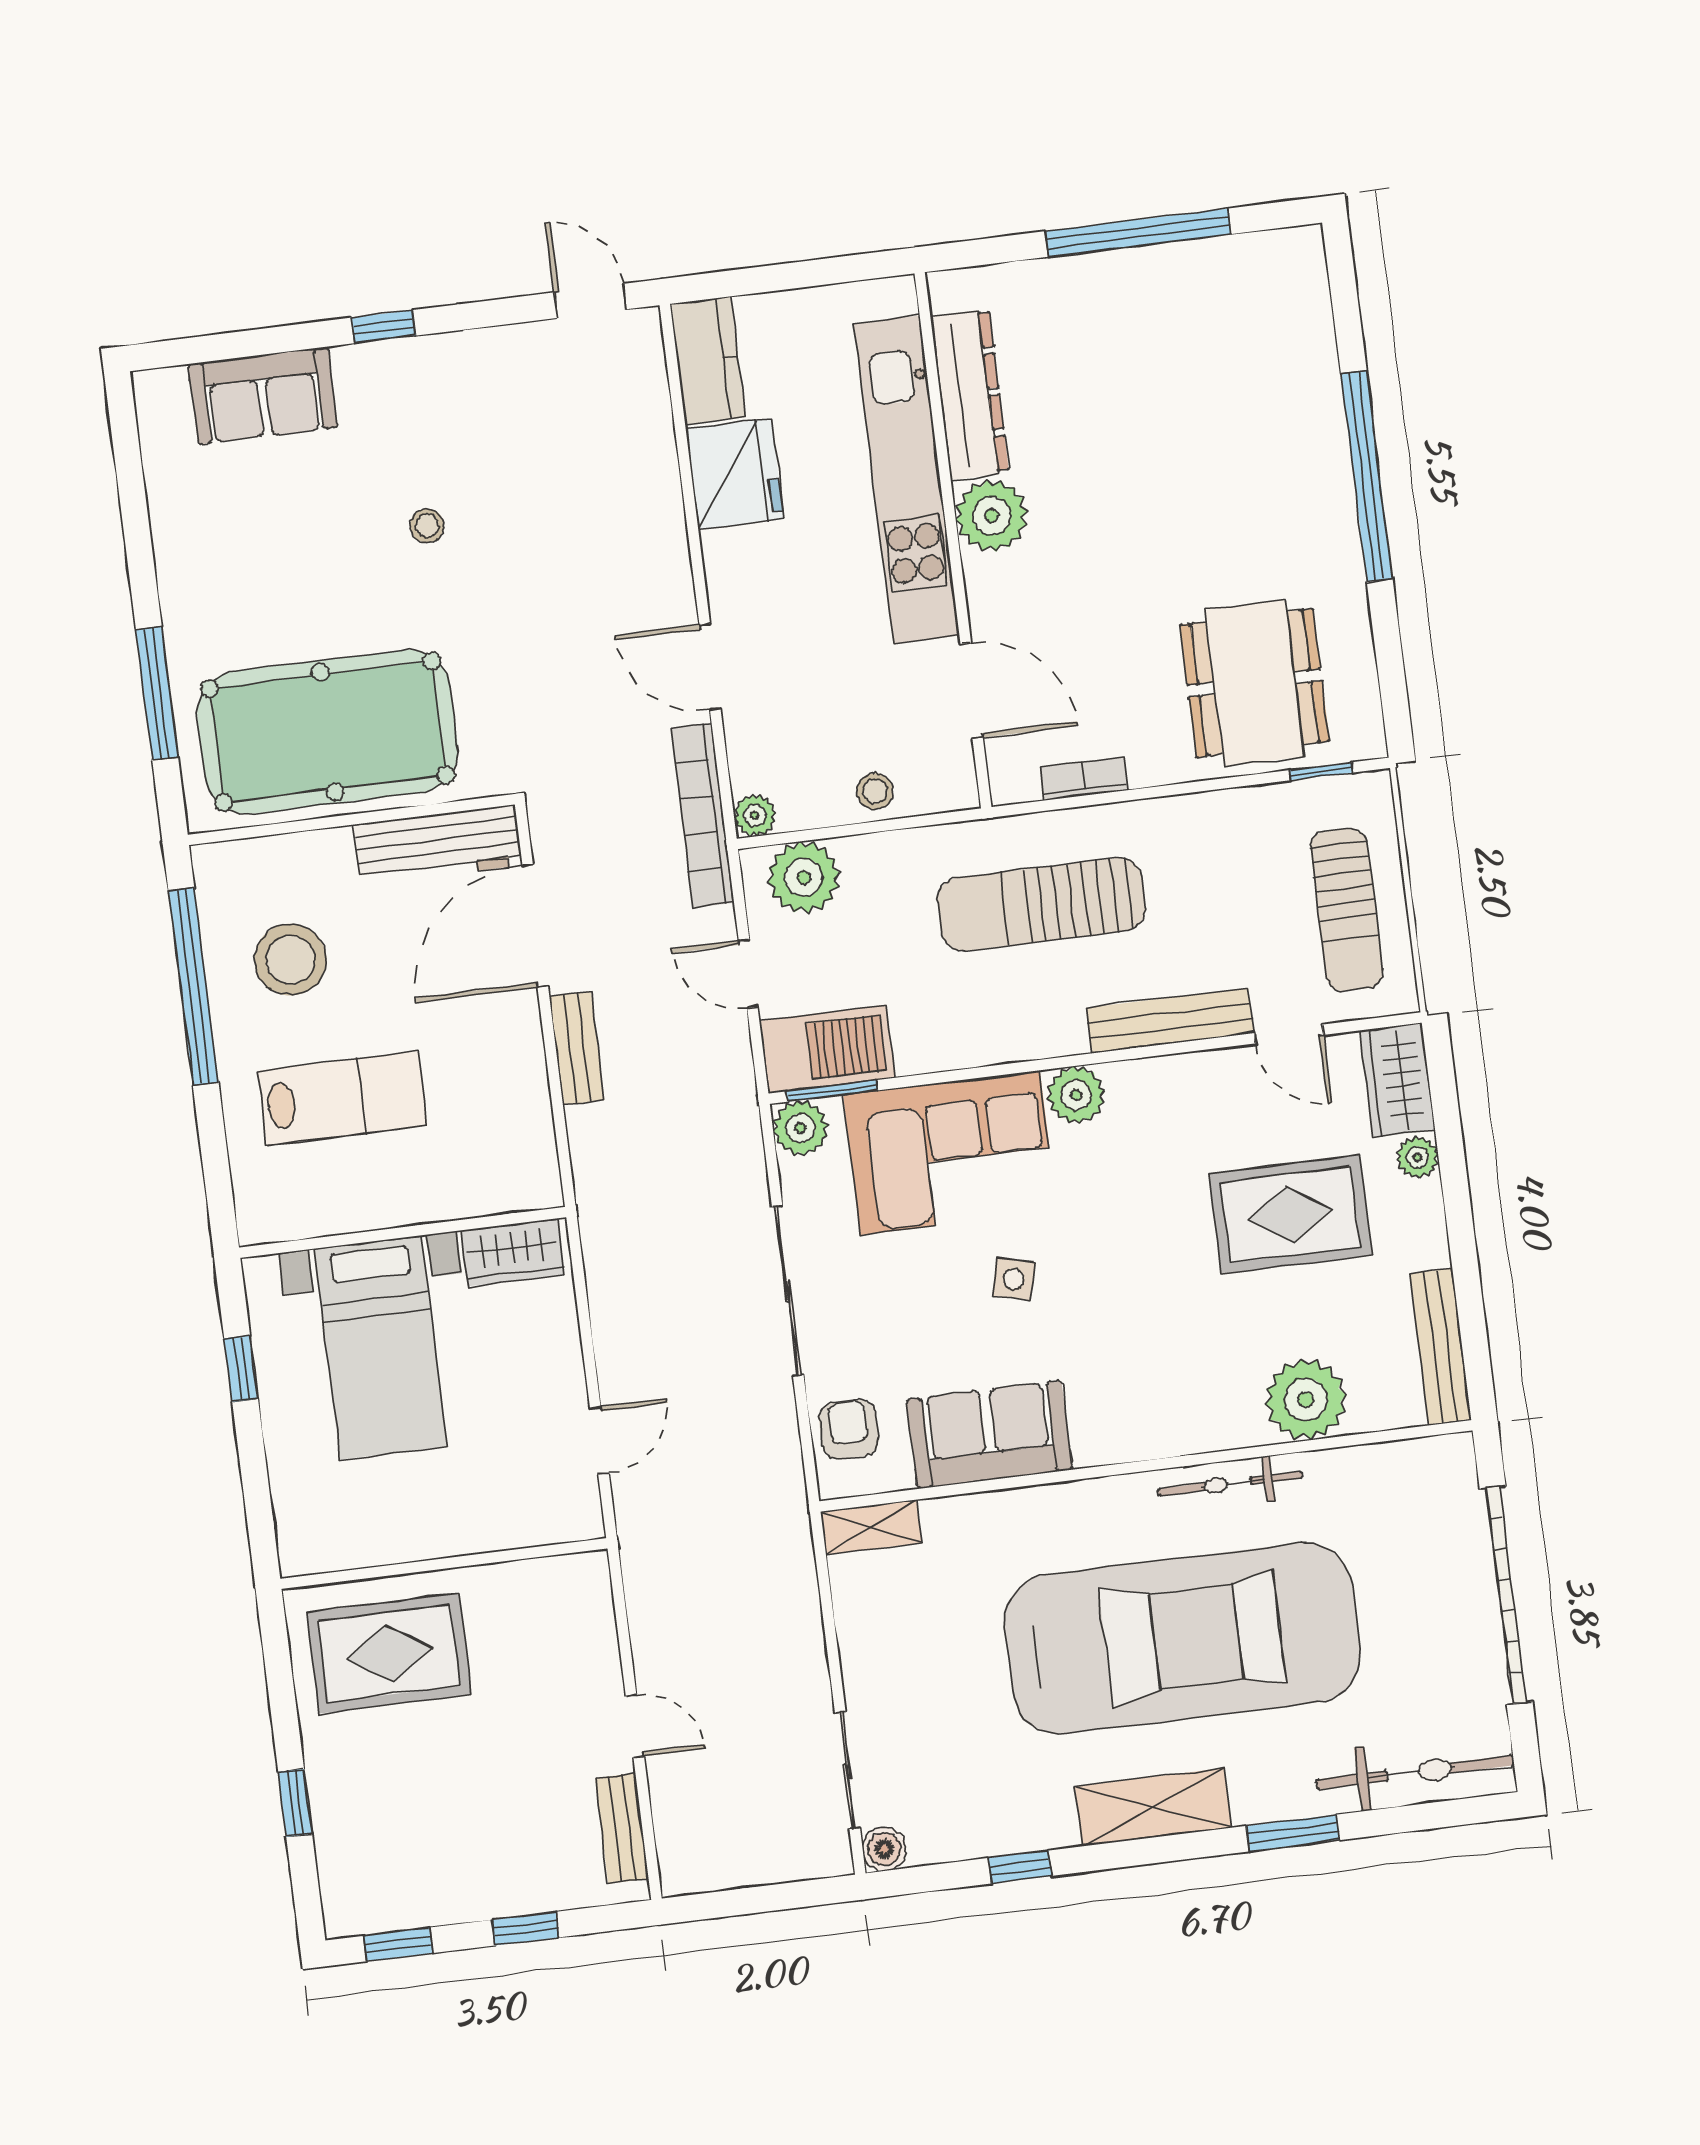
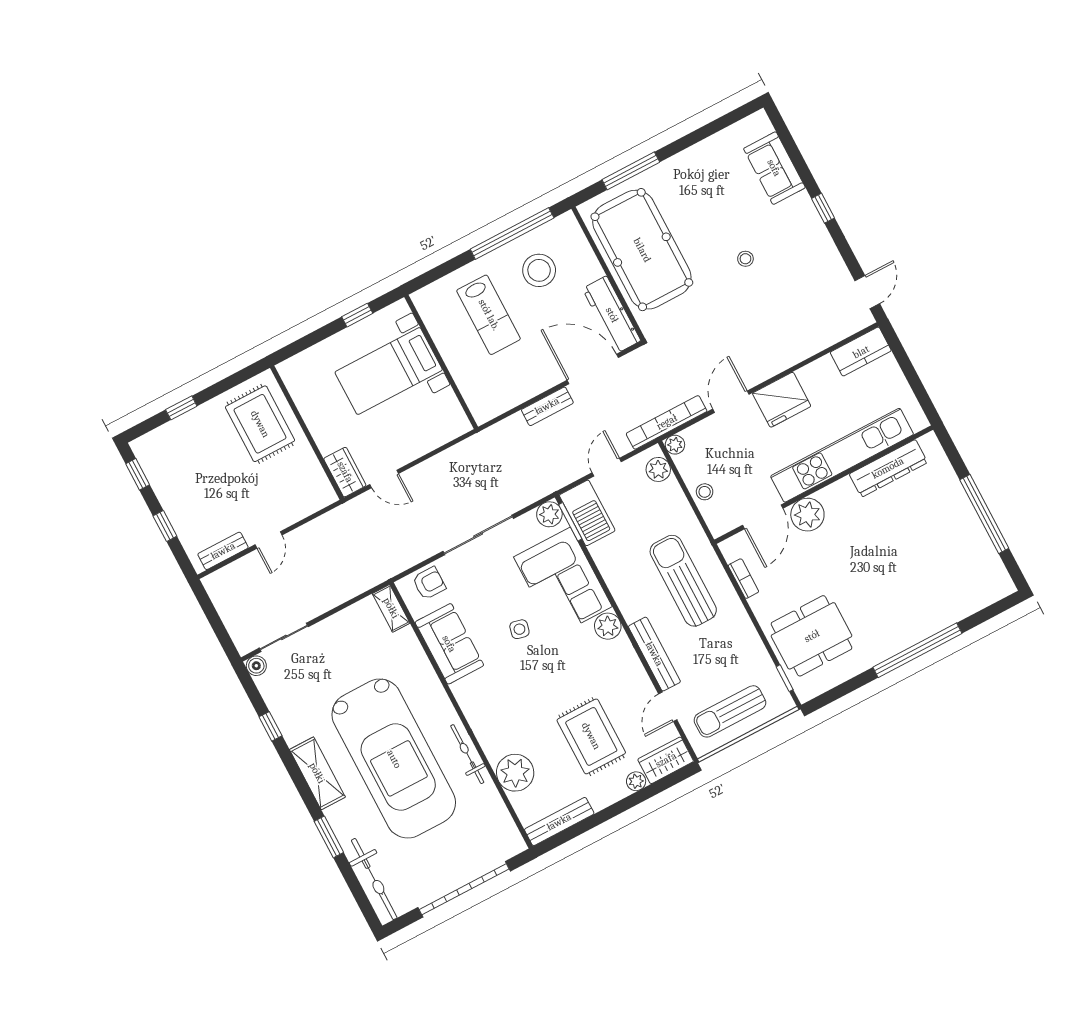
fridge: (735, 474) -> (782, 400), moved
plant: (992, 516) -> (807, 515), moved
plant: (804, 877) -> (658, 469), width x0.73, depth x0.73
wardrobe: (512, 1252) -> (345, 472), moved, turned 180

